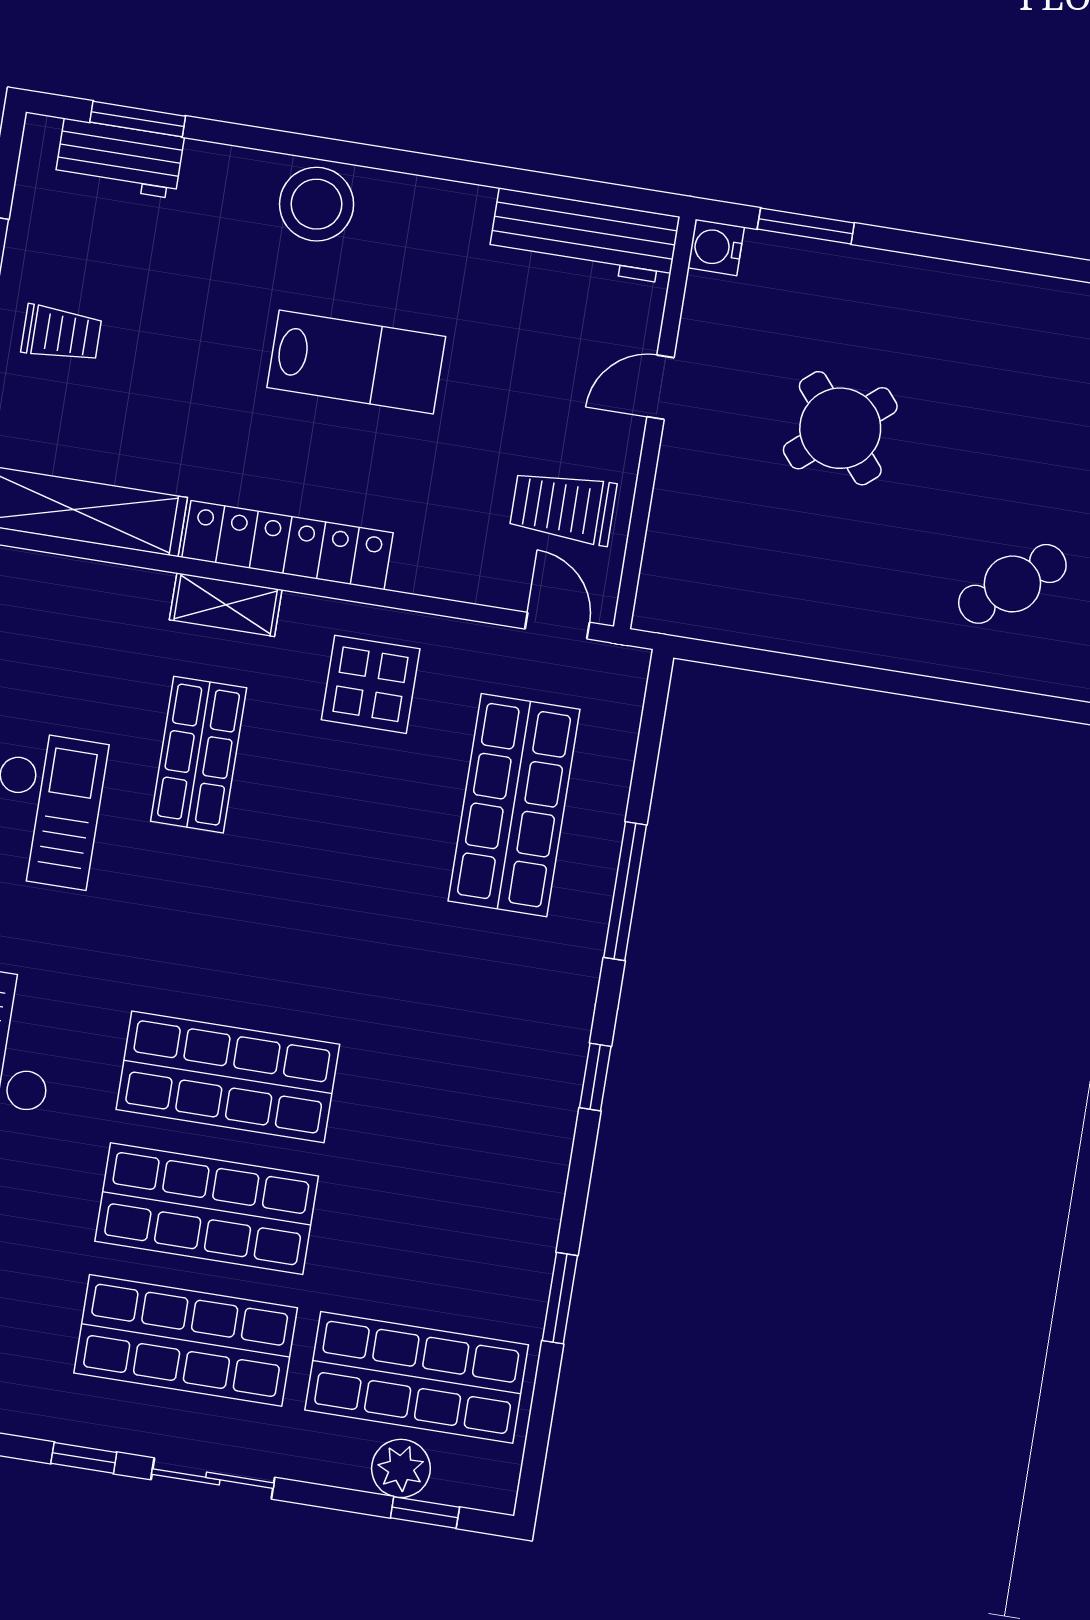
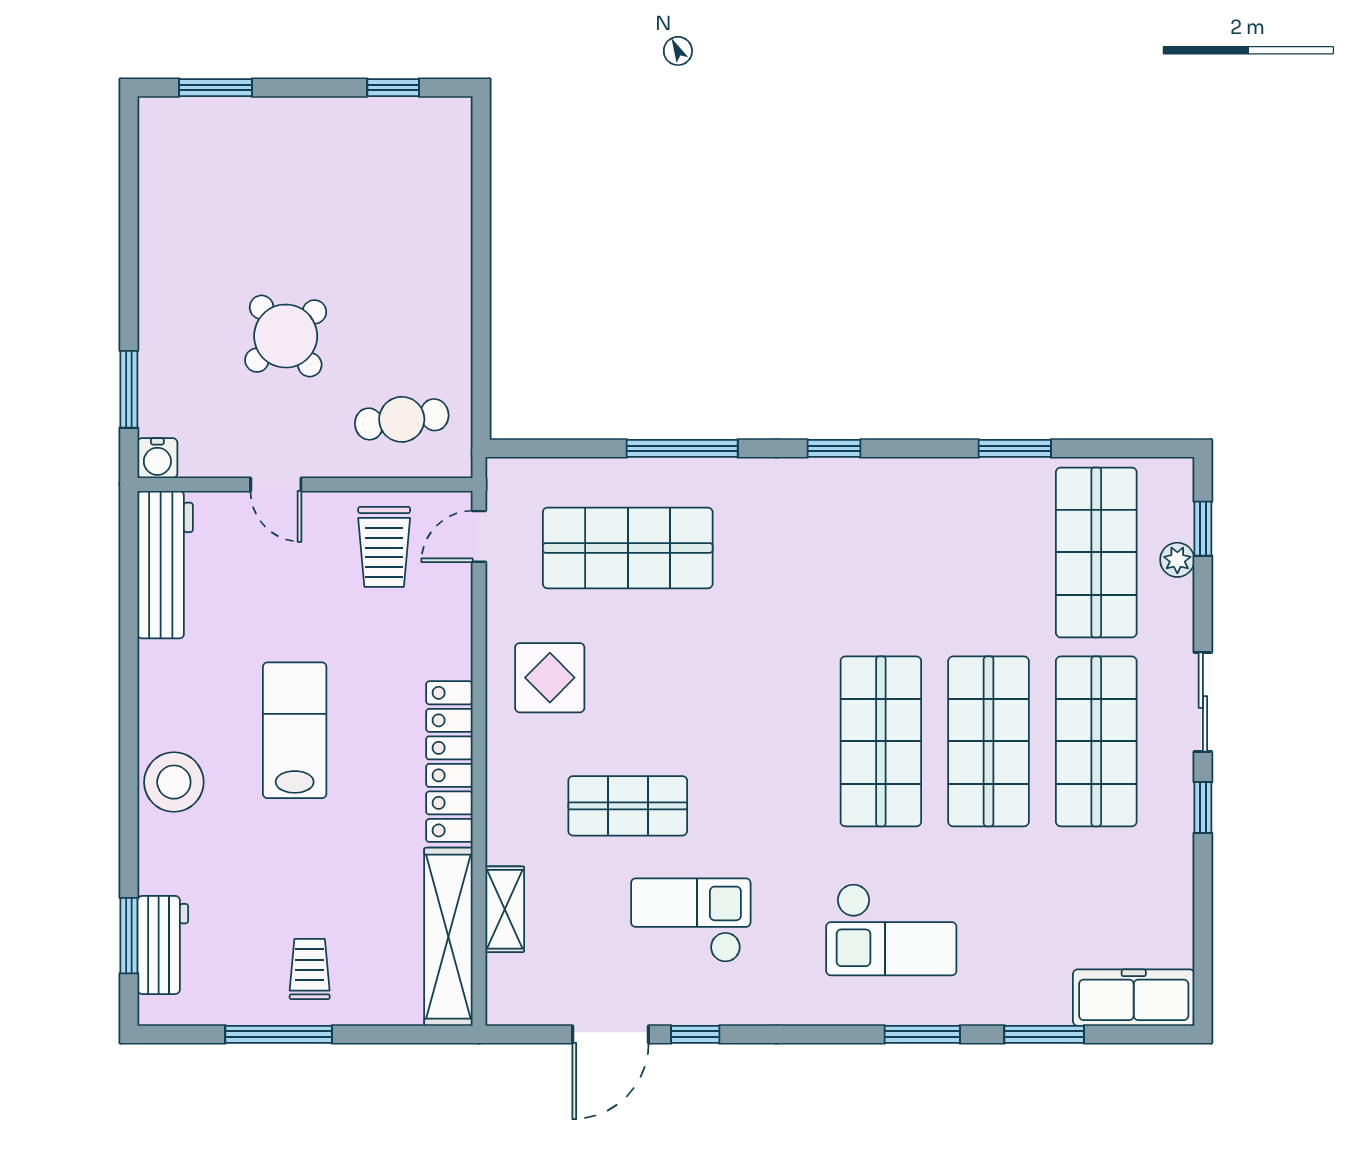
cafe table: (1012, 584) -> (402, 419), moved, turned -59
shelving: (226, 605) -> (505, 909), moved
plant: (401, 1468) -> (1177, 560), width x0.73, depth x0.73

